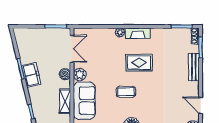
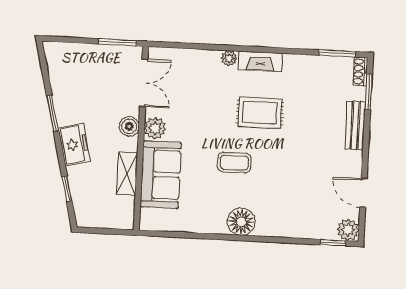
freezer: (31, 75) -> (74, 145), moved

